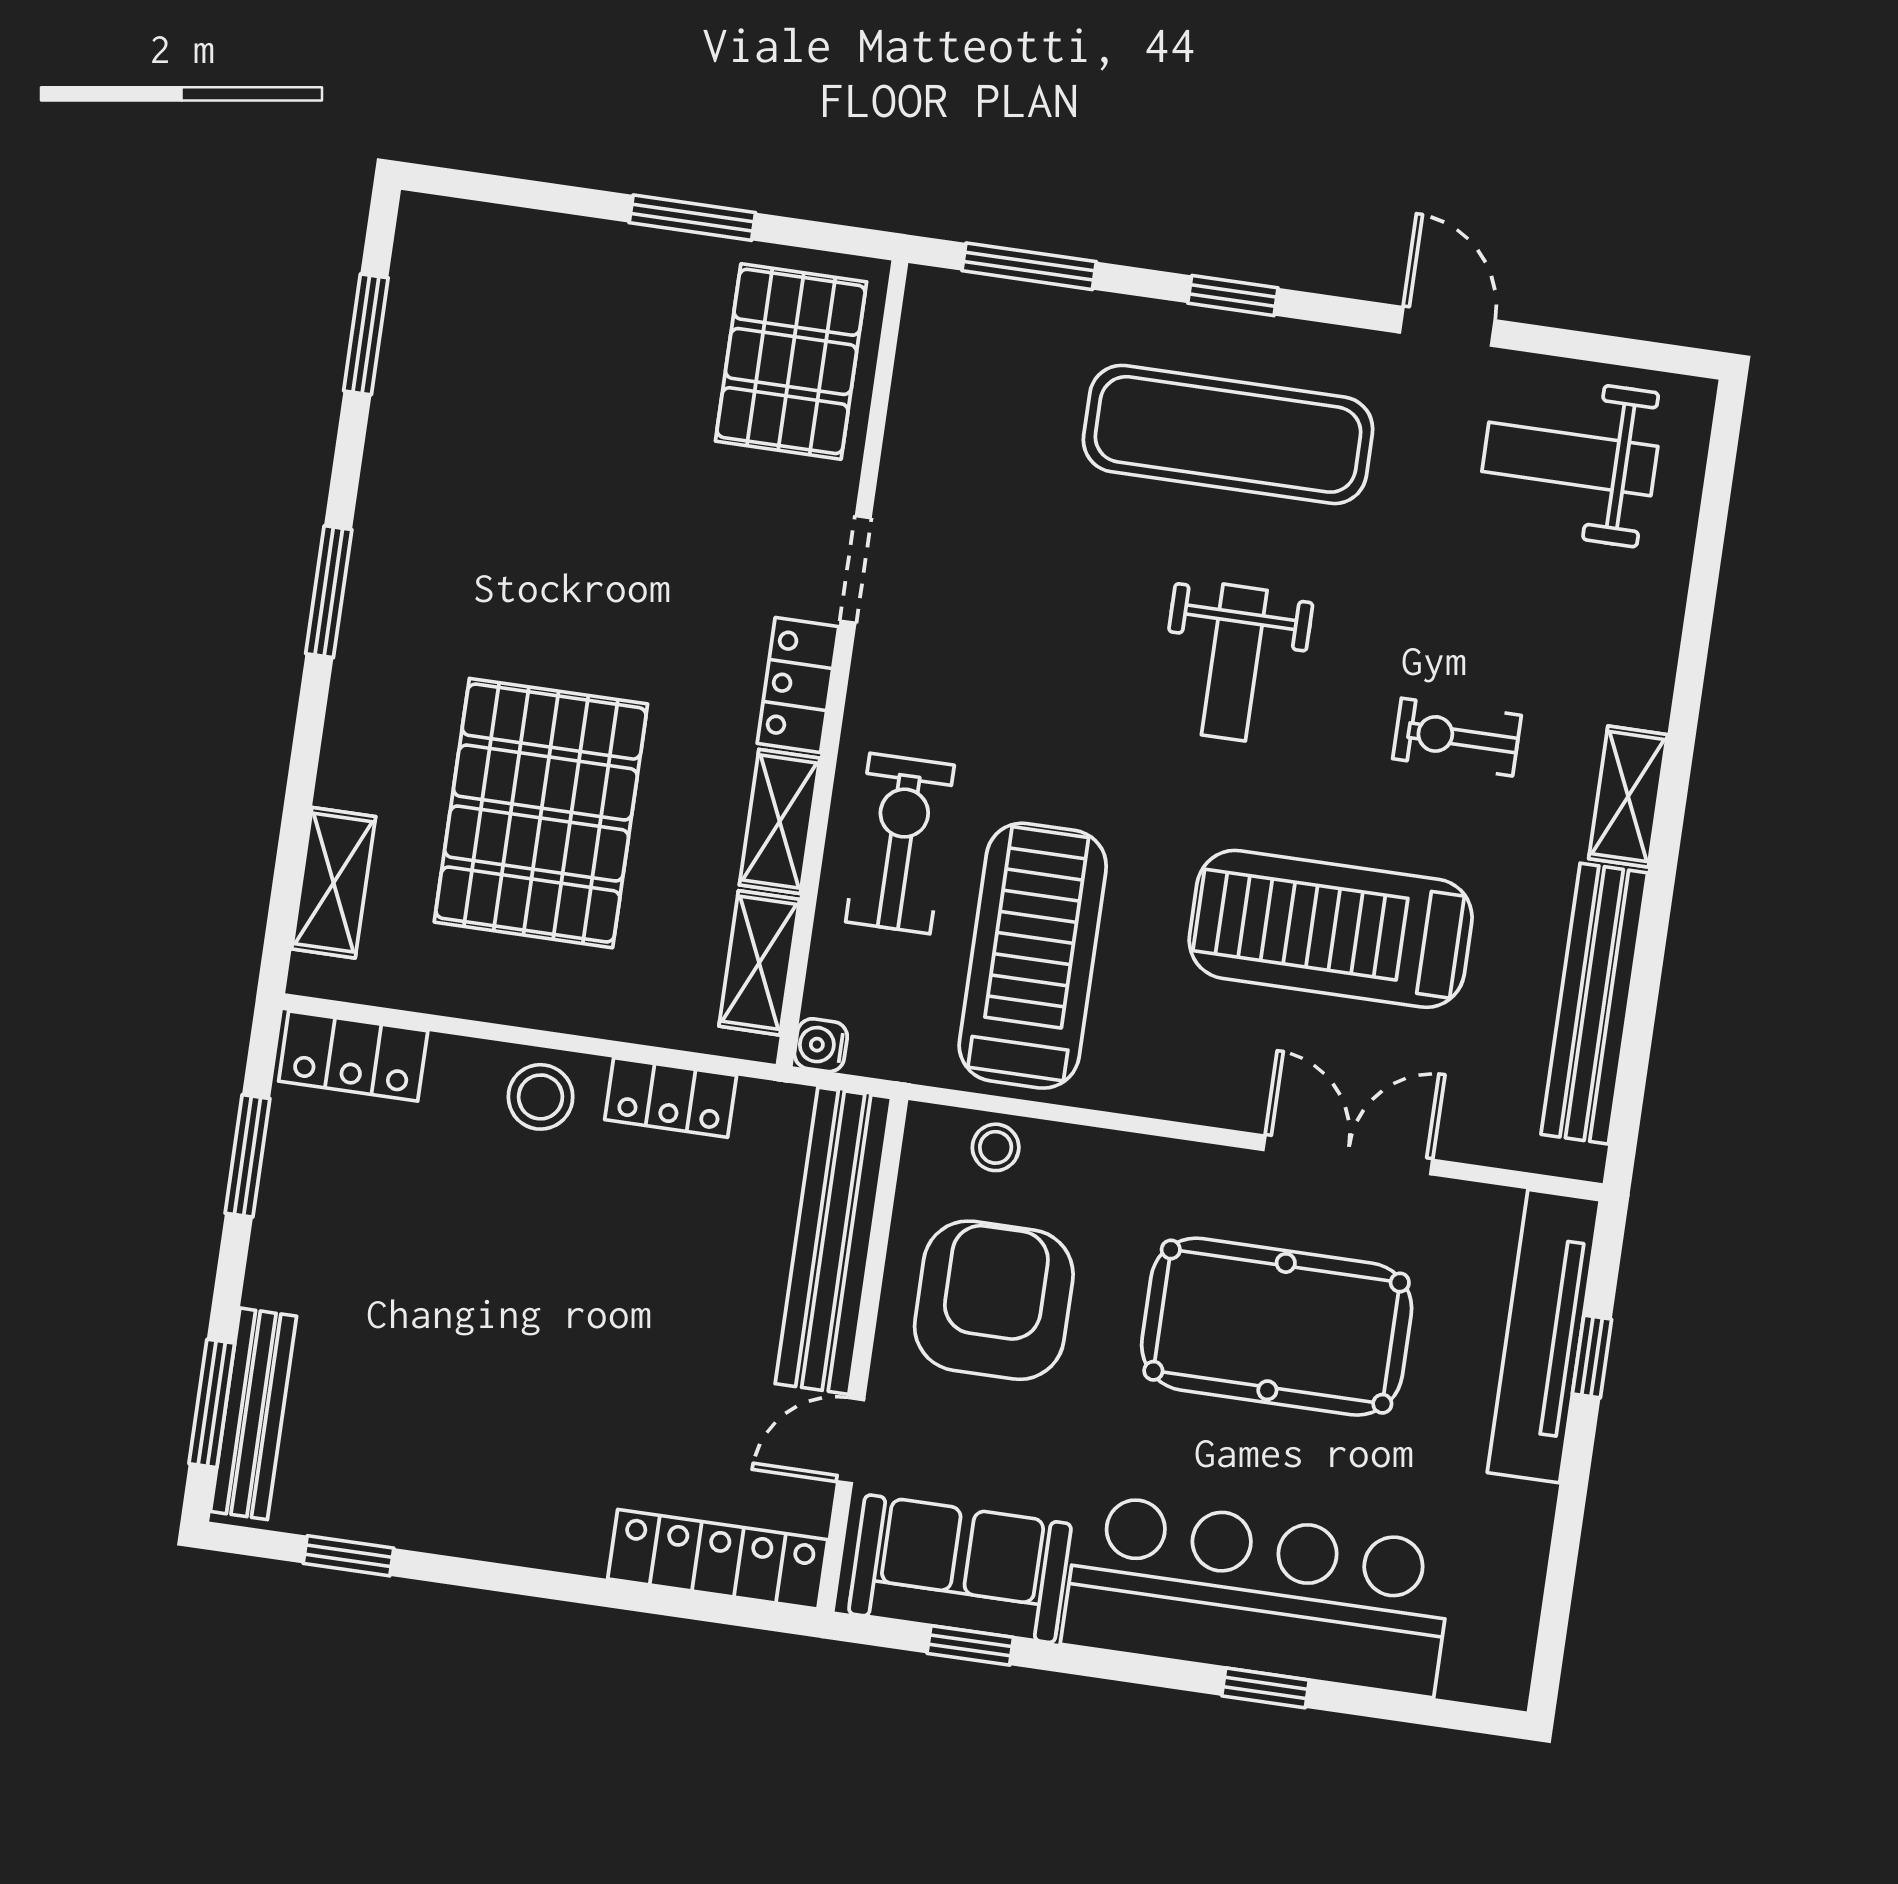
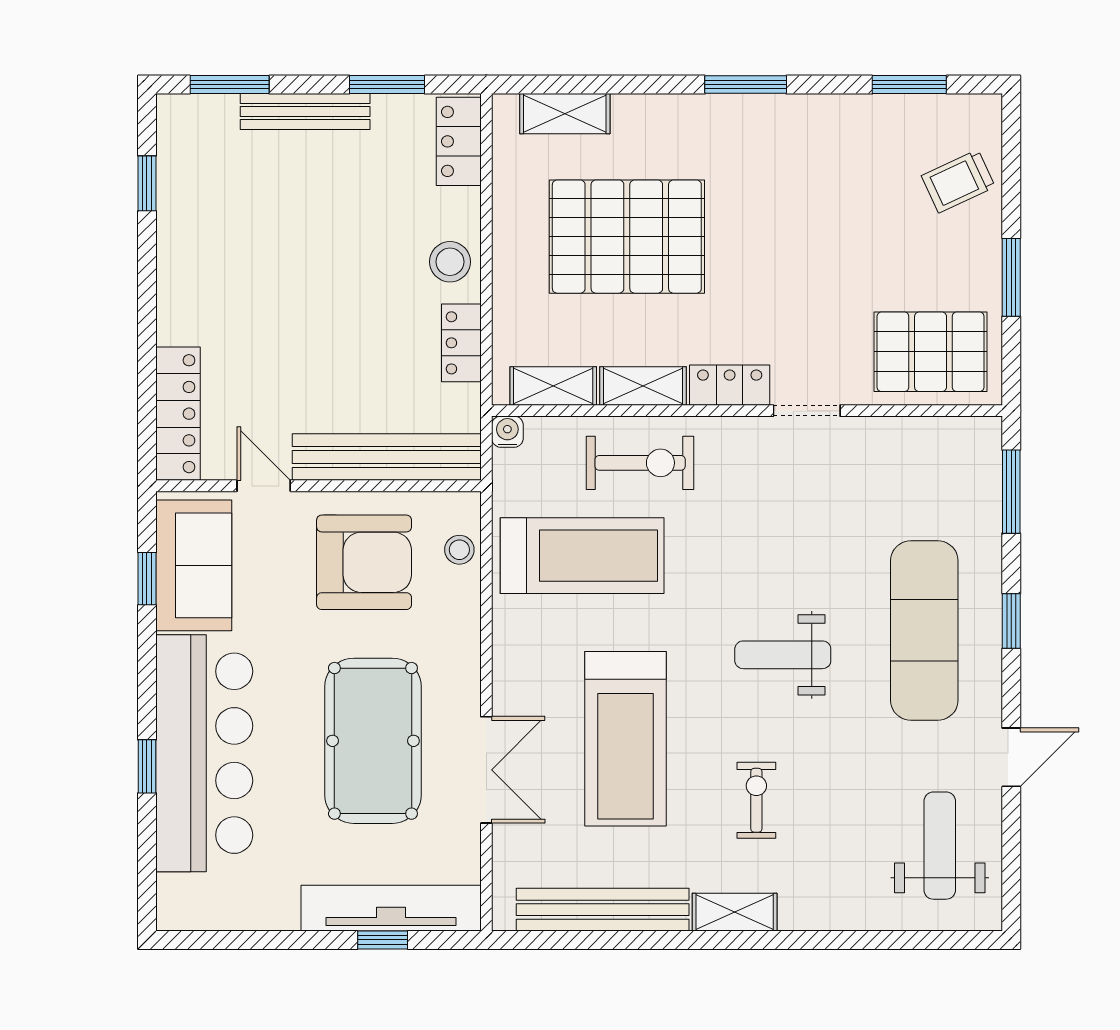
trolley: (529, 279) -> (958, 181), added
treadmill: (1331, 929) -> (626, 739), turned 180
bench: (254, 1414) -> (305, 112), moved

